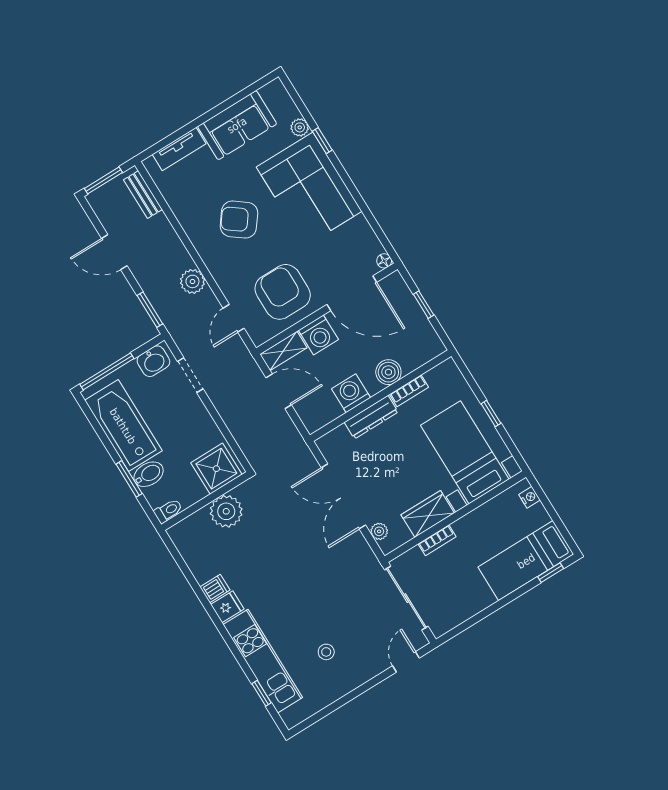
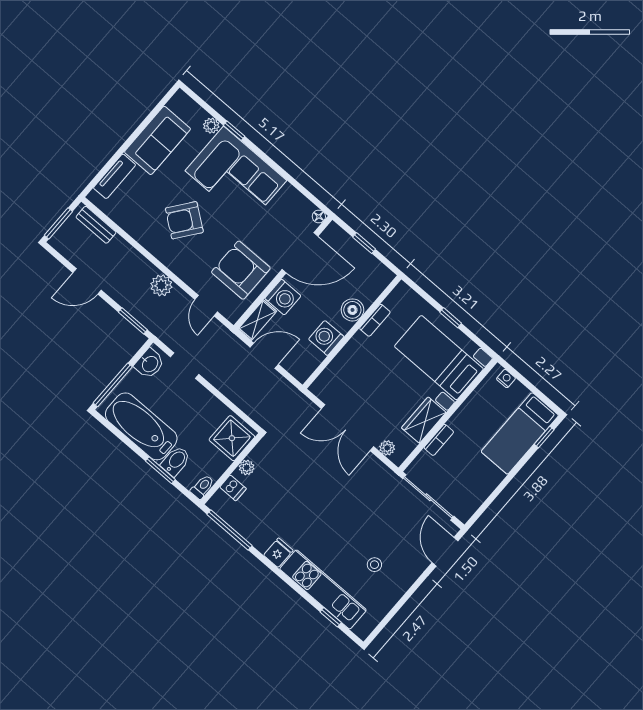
dresser: (371, 417) -> (350, 353), removed
plant: (226, 511) -> (247, 467), width x0.53, depth x0.53
window: (183, 566) -> (229, 530), added
dishwasher: (215, 589) -> (233, 488), moved, turned 90
door: (406, 662) -> (445, 552), width x1.38

